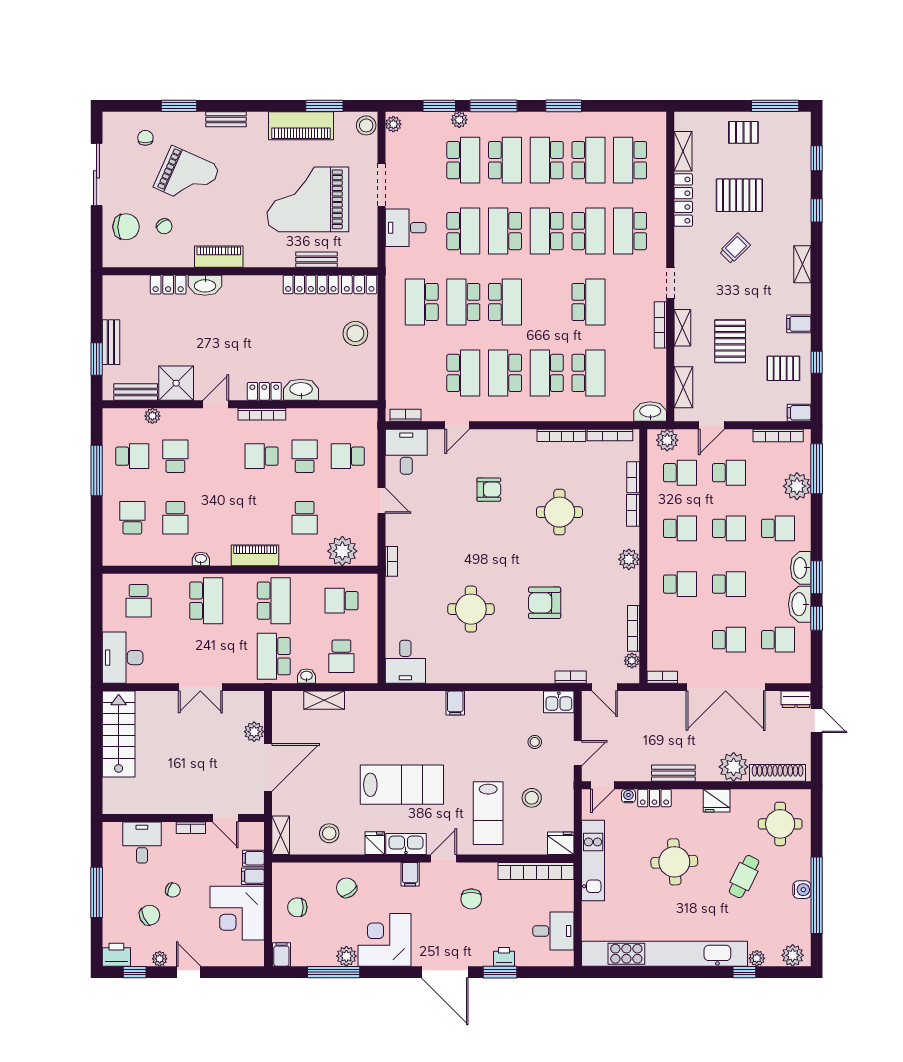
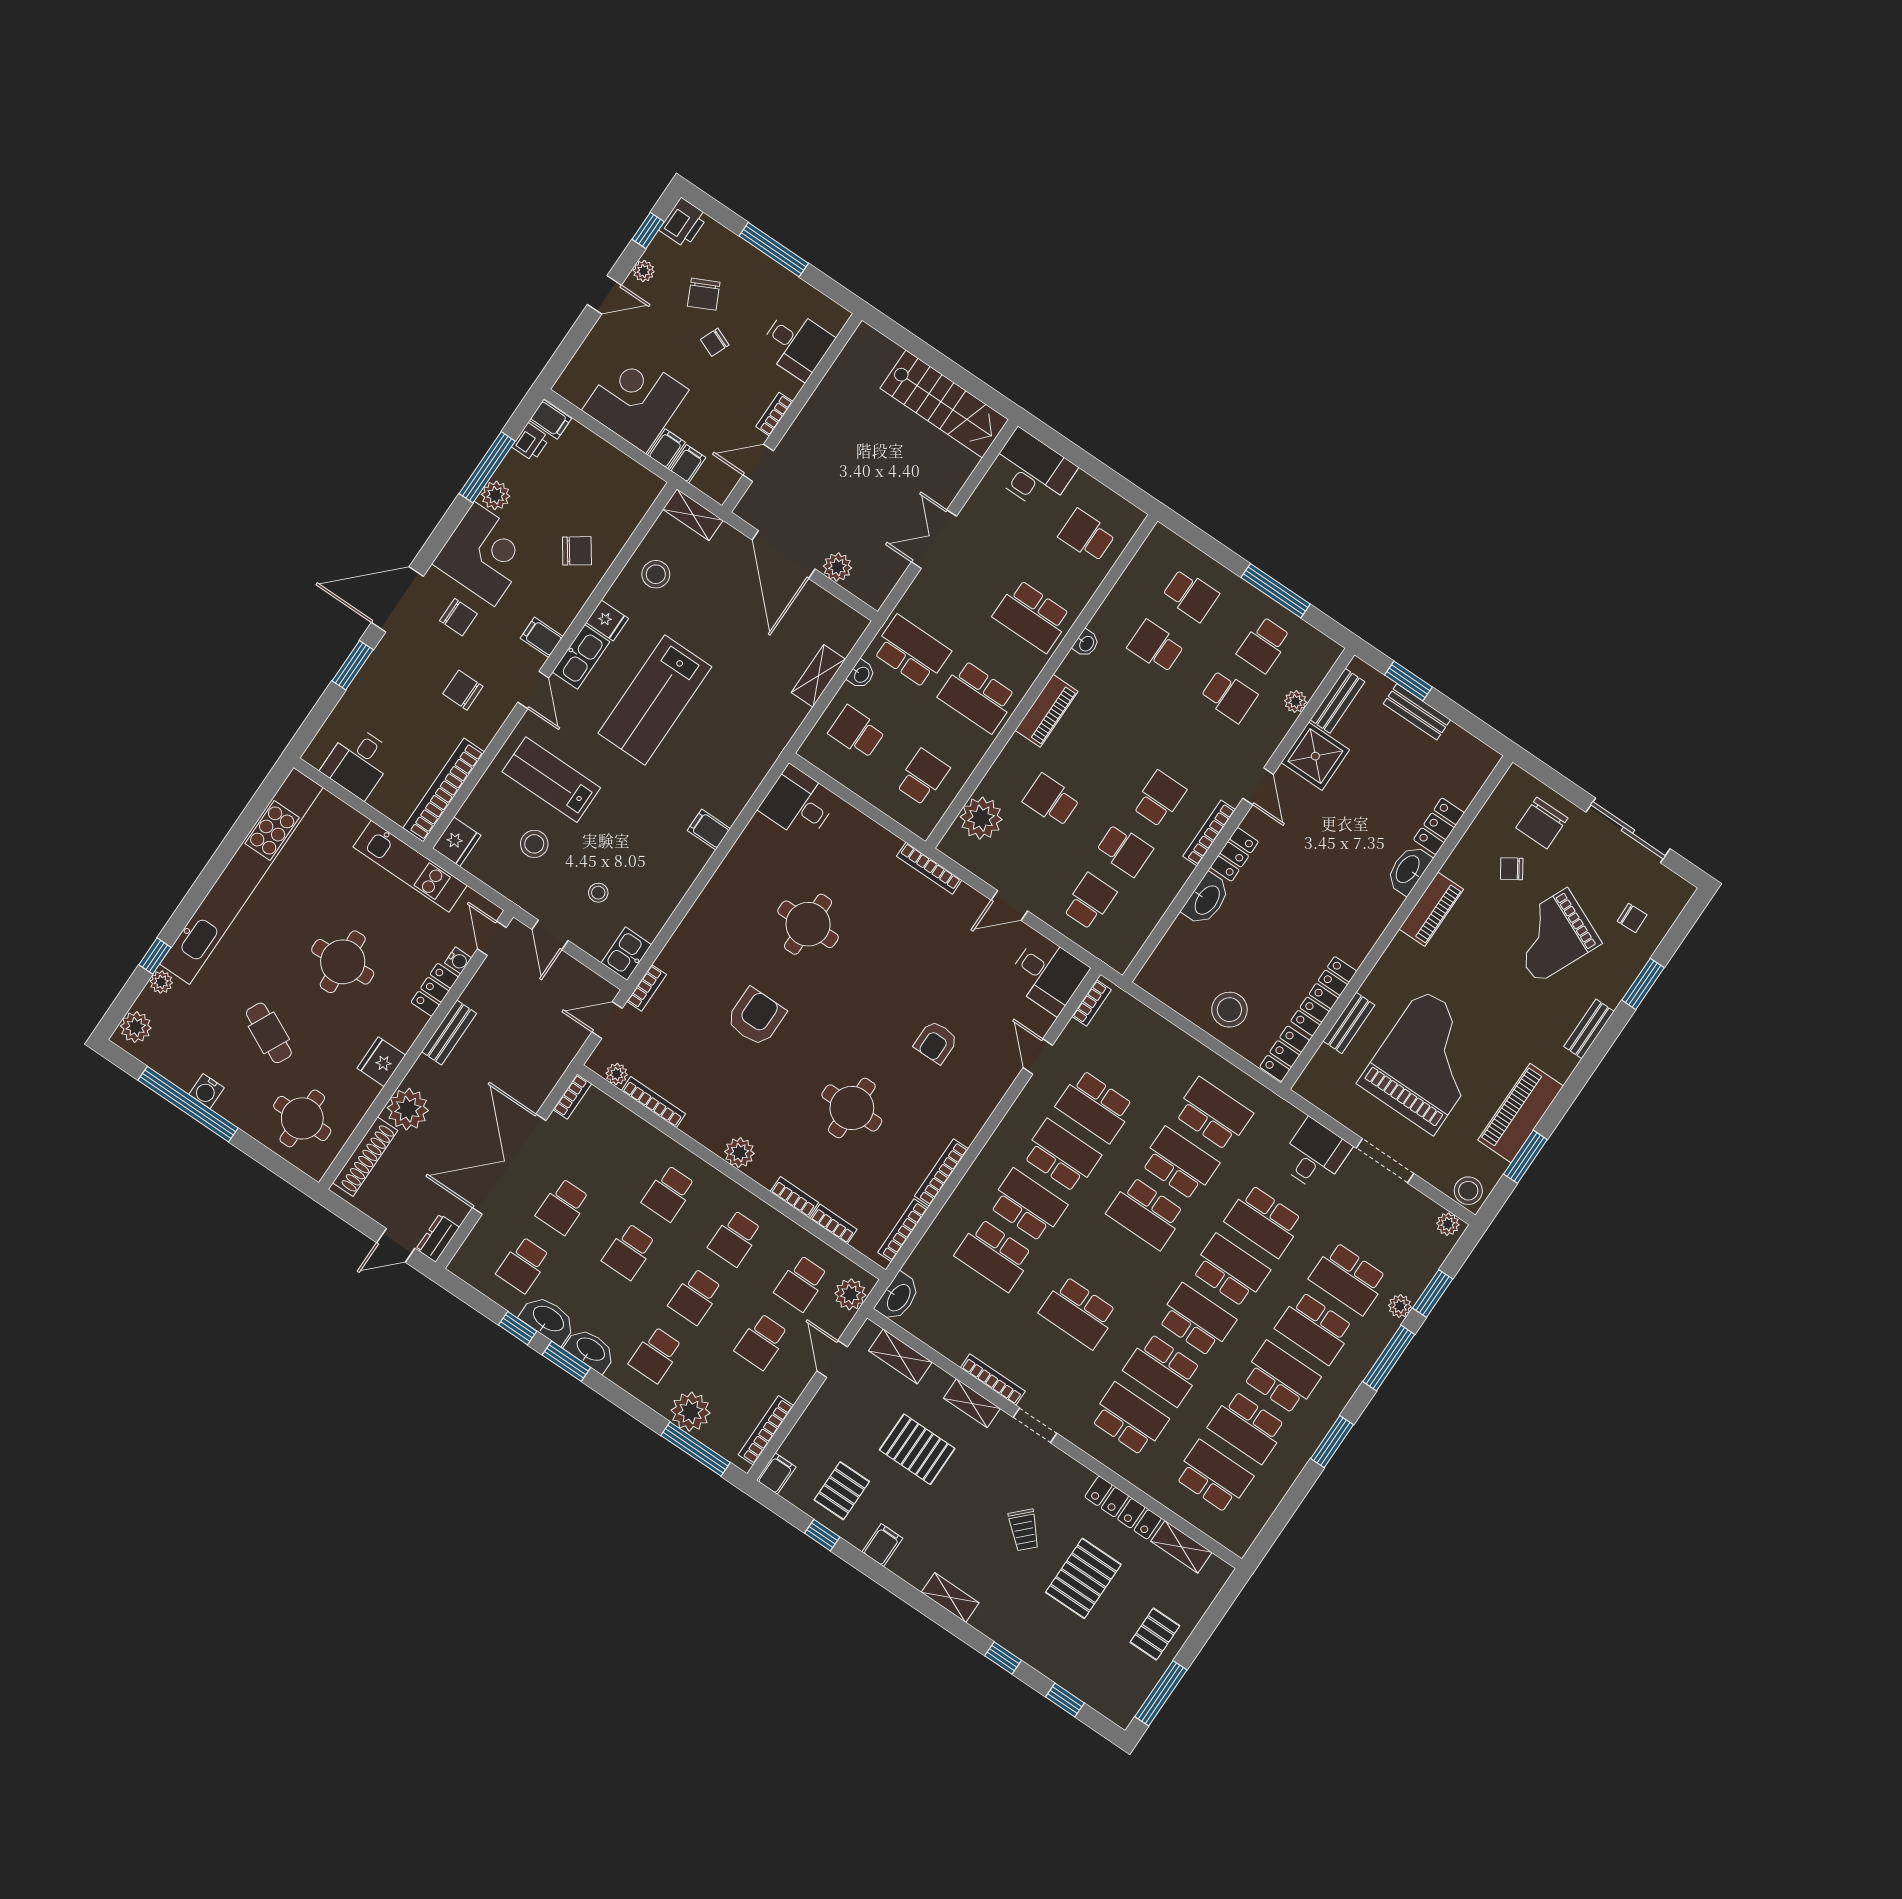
bookcase: (391, 561) -> (929, 868), width x1.56
chair: (297, 907) -> (458, 617), moved, turned 90
printer: (504, 957) -> (531, 442), moved

